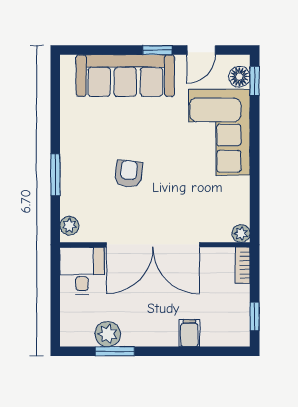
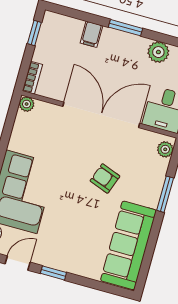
sofa: (125, 76) -> (128, 245), moved, turned -90
armchair: (129, 174) -> (105, 178), turned 104
window: (115, 351) -> (126, 28), moved

